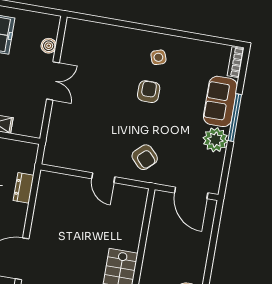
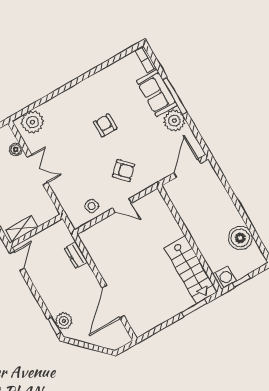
plant: (85, 33) -> (32, 122), added
side table: (158, 57) -> (92, 206), moved
armchair: (145, 157) -> (124, 170), moved
door: (191, 193) -> (187, 168), swing flipped

